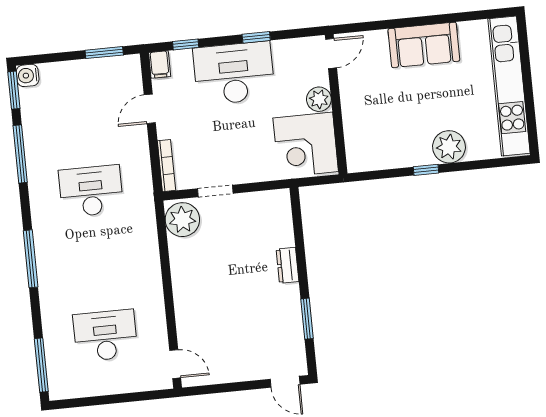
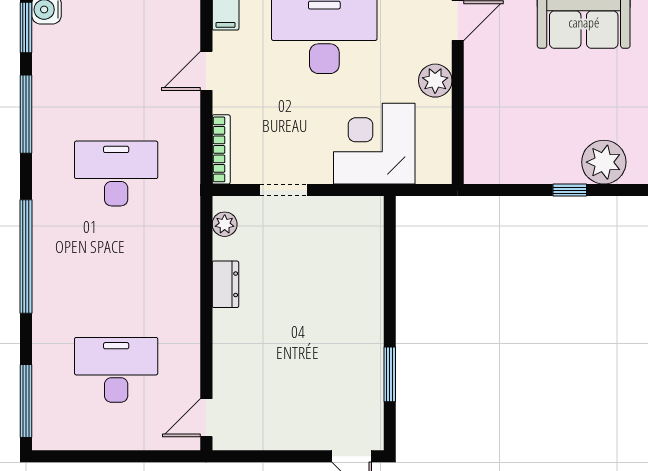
corner desk: (306, 145) -> (374, 144), moved, turned 90
plant: (182, 220) -> (225, 224), width x0.53, depth x0.53
window: (31, 259) -> (26, 257), width x1.46
dresser: (288, 265) -> (225, 284), moved, turned 180
door: (175, 364) -> (206, 418), swing flipped

